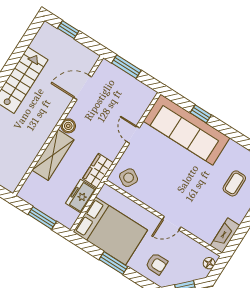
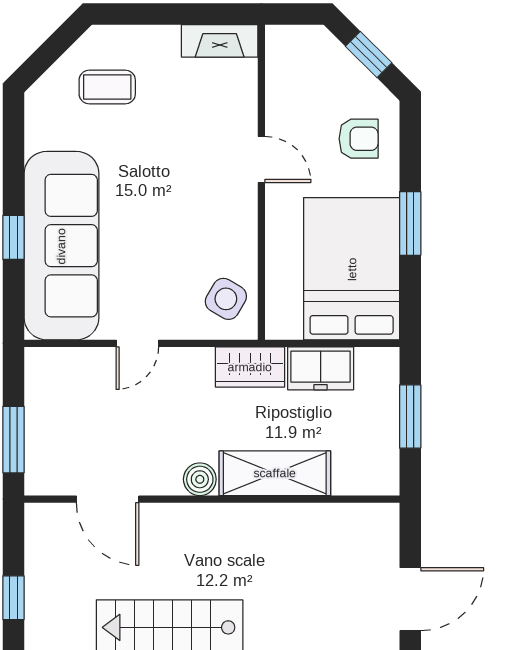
floor lamp: (209, 263) -> (293, 38), removed
armchair: (157, 264) -> (359, 139), turned 90

